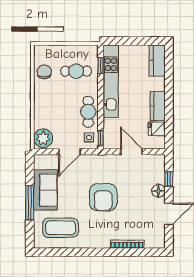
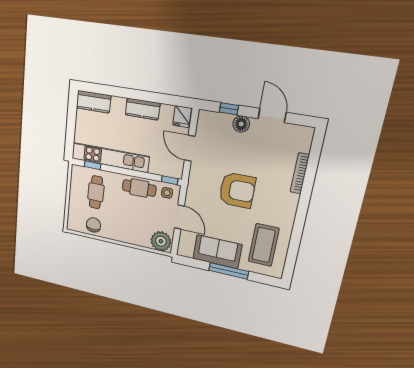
chair: (44, 72) -> (93, 225), turned 90
fridge: (157, 129) -> (182, 117), moved
door: (131, 152) -> (190, 148), hinge flipped

